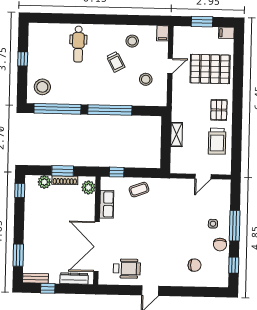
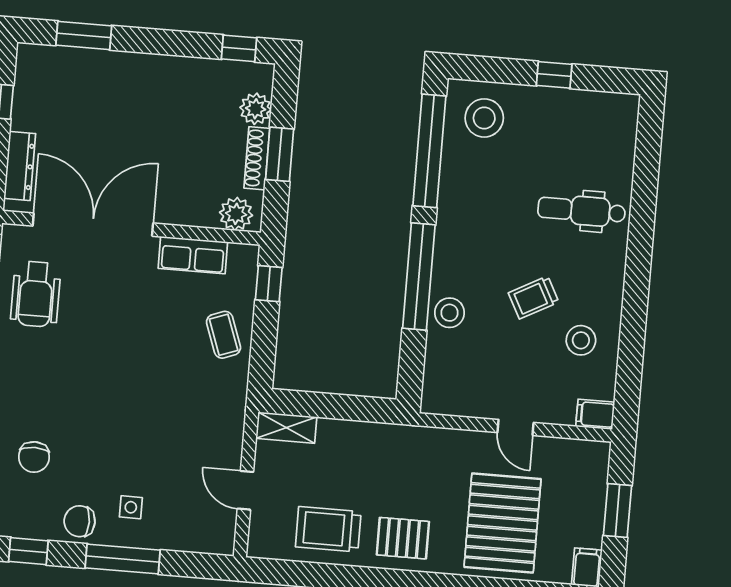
stool: (146, 79) -> (450, 313), moved
shelving: (177, 134) -> (286, 428), moved
bench: (35, 278) -> (26, 73), removed

